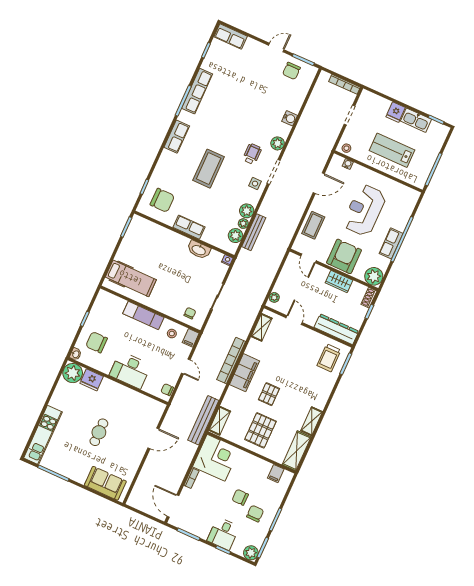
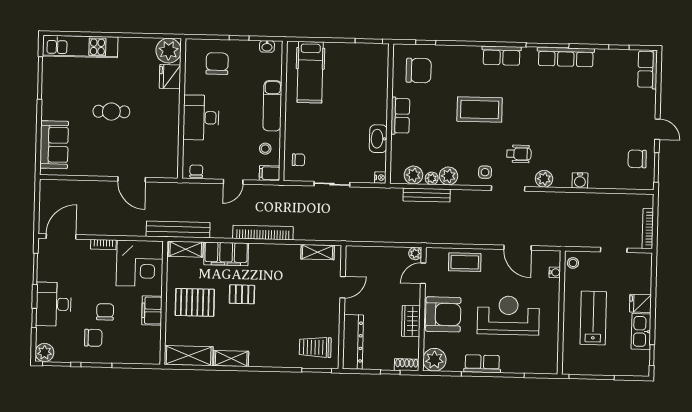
chair: (162, 200) -> (419, 70), turned -90
plant: (274, 297) -> (415, 253), moved
washbasin: (76, 354) -> (267, 46), moved
filing cabinet: (245, 373) -> (226, 254), moved
filing cabinet: (276, 474) -> (152, 310), moved, width x2.00
desk: (223, 534) -> (54, 304), width x1.37

